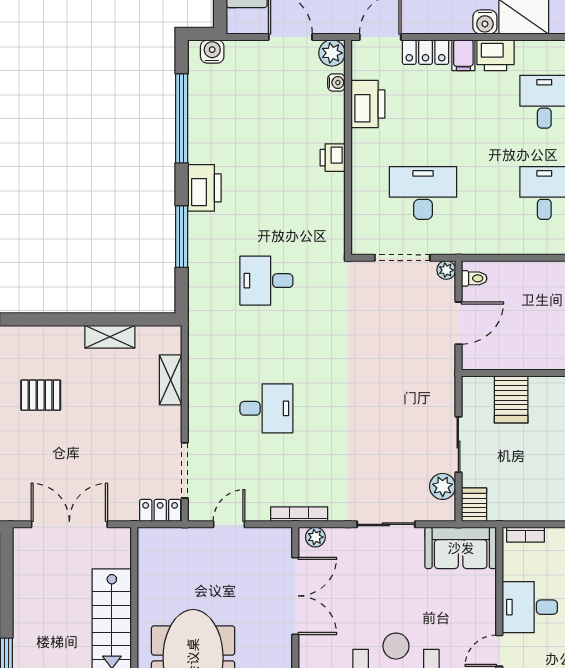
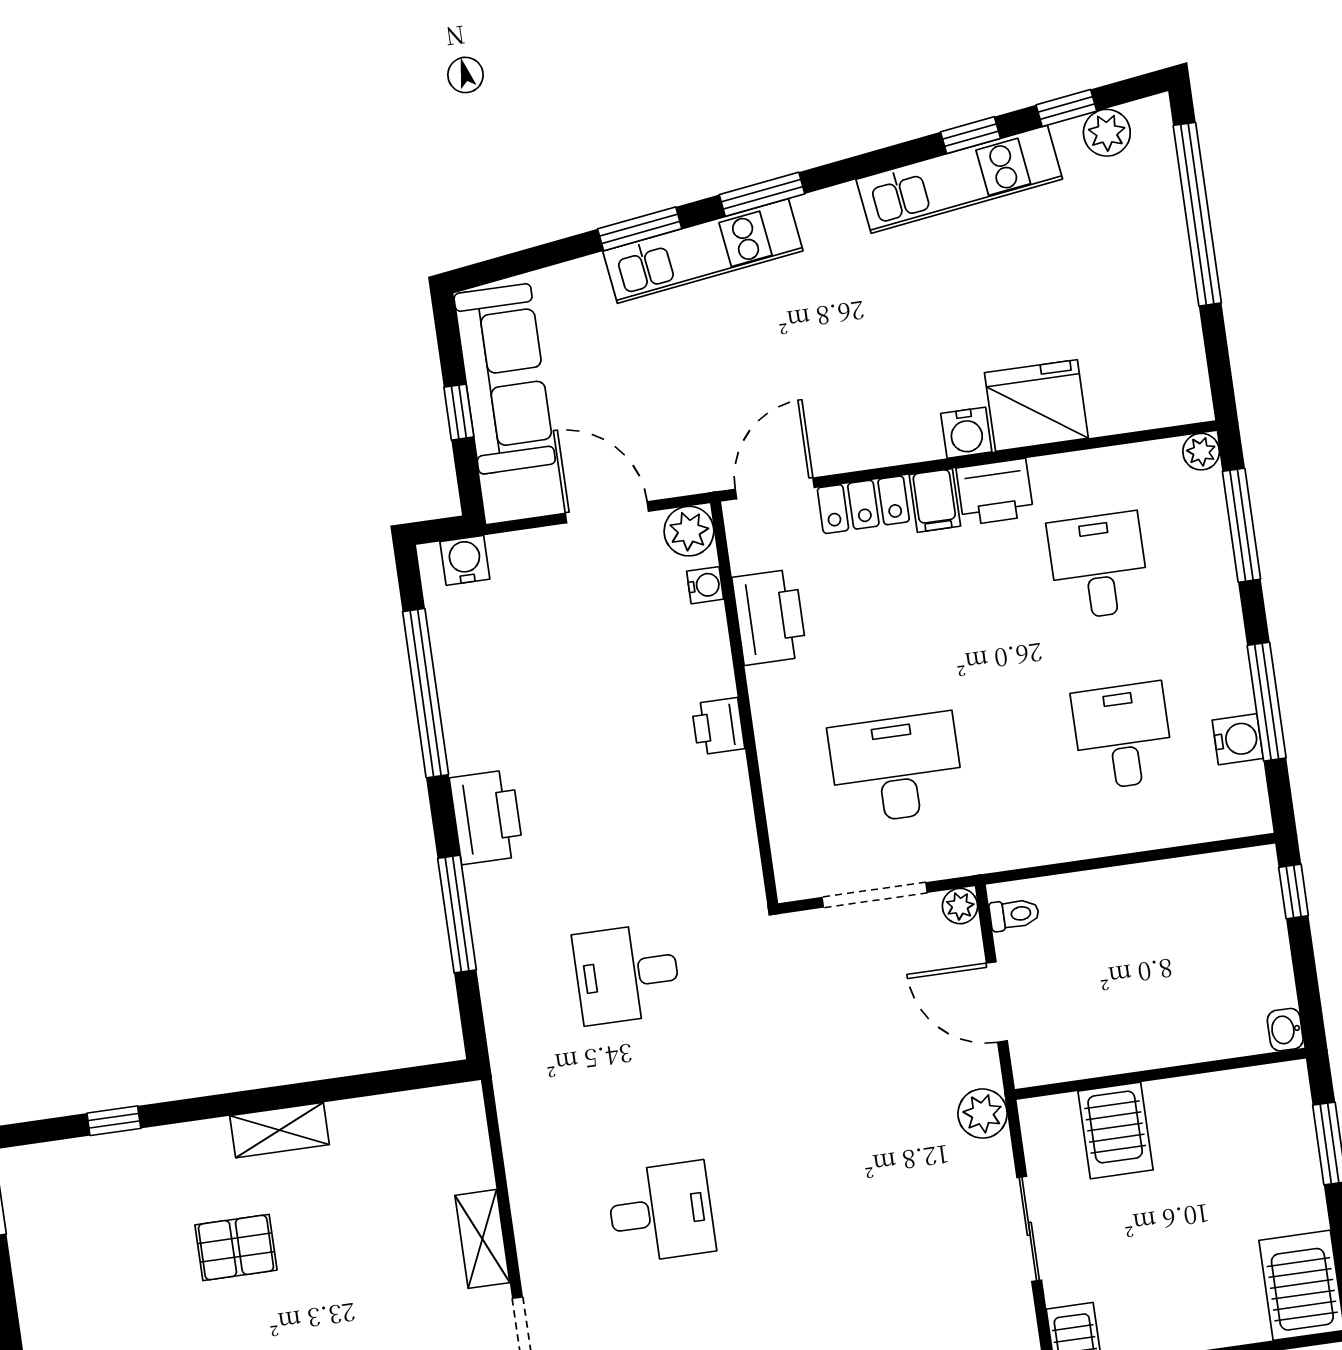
door: (458, 323) -> (997, 1002), swing flipped
shelving: (110, 337) -> (280, 1130), moved
shelving: (171, 380) -> (482, 1239), moved
plant: (443, 486) -> (983, 1114), moved

